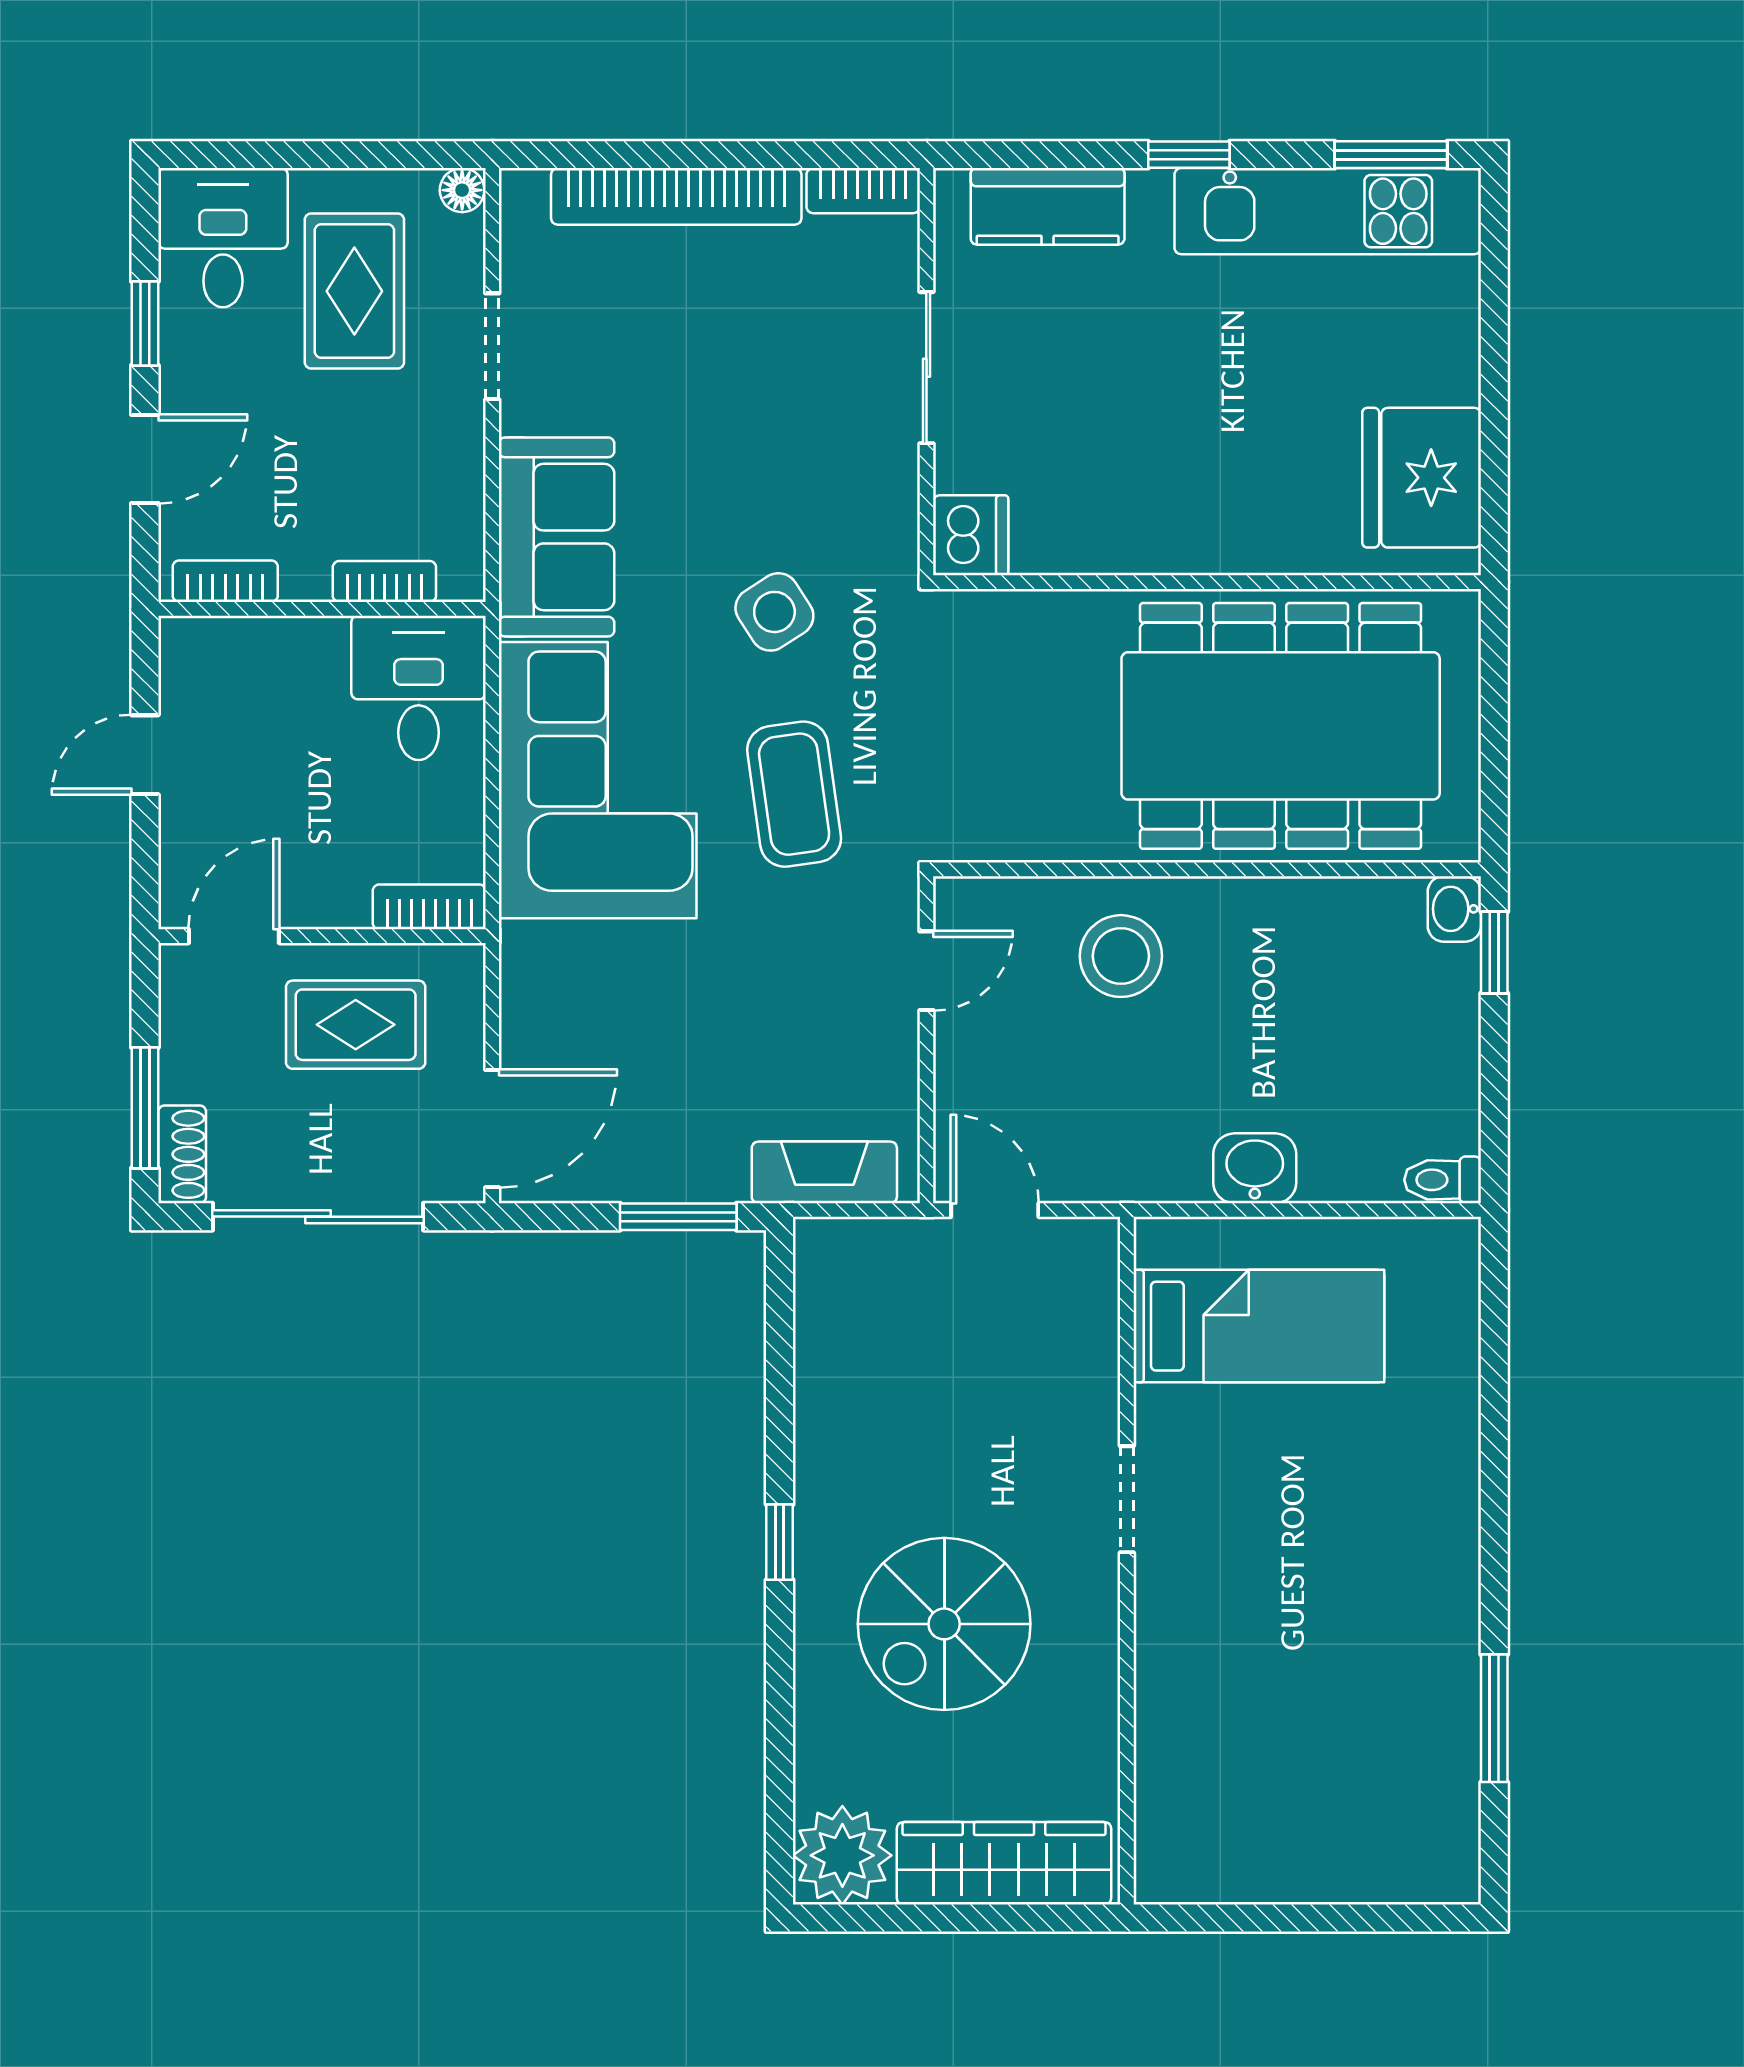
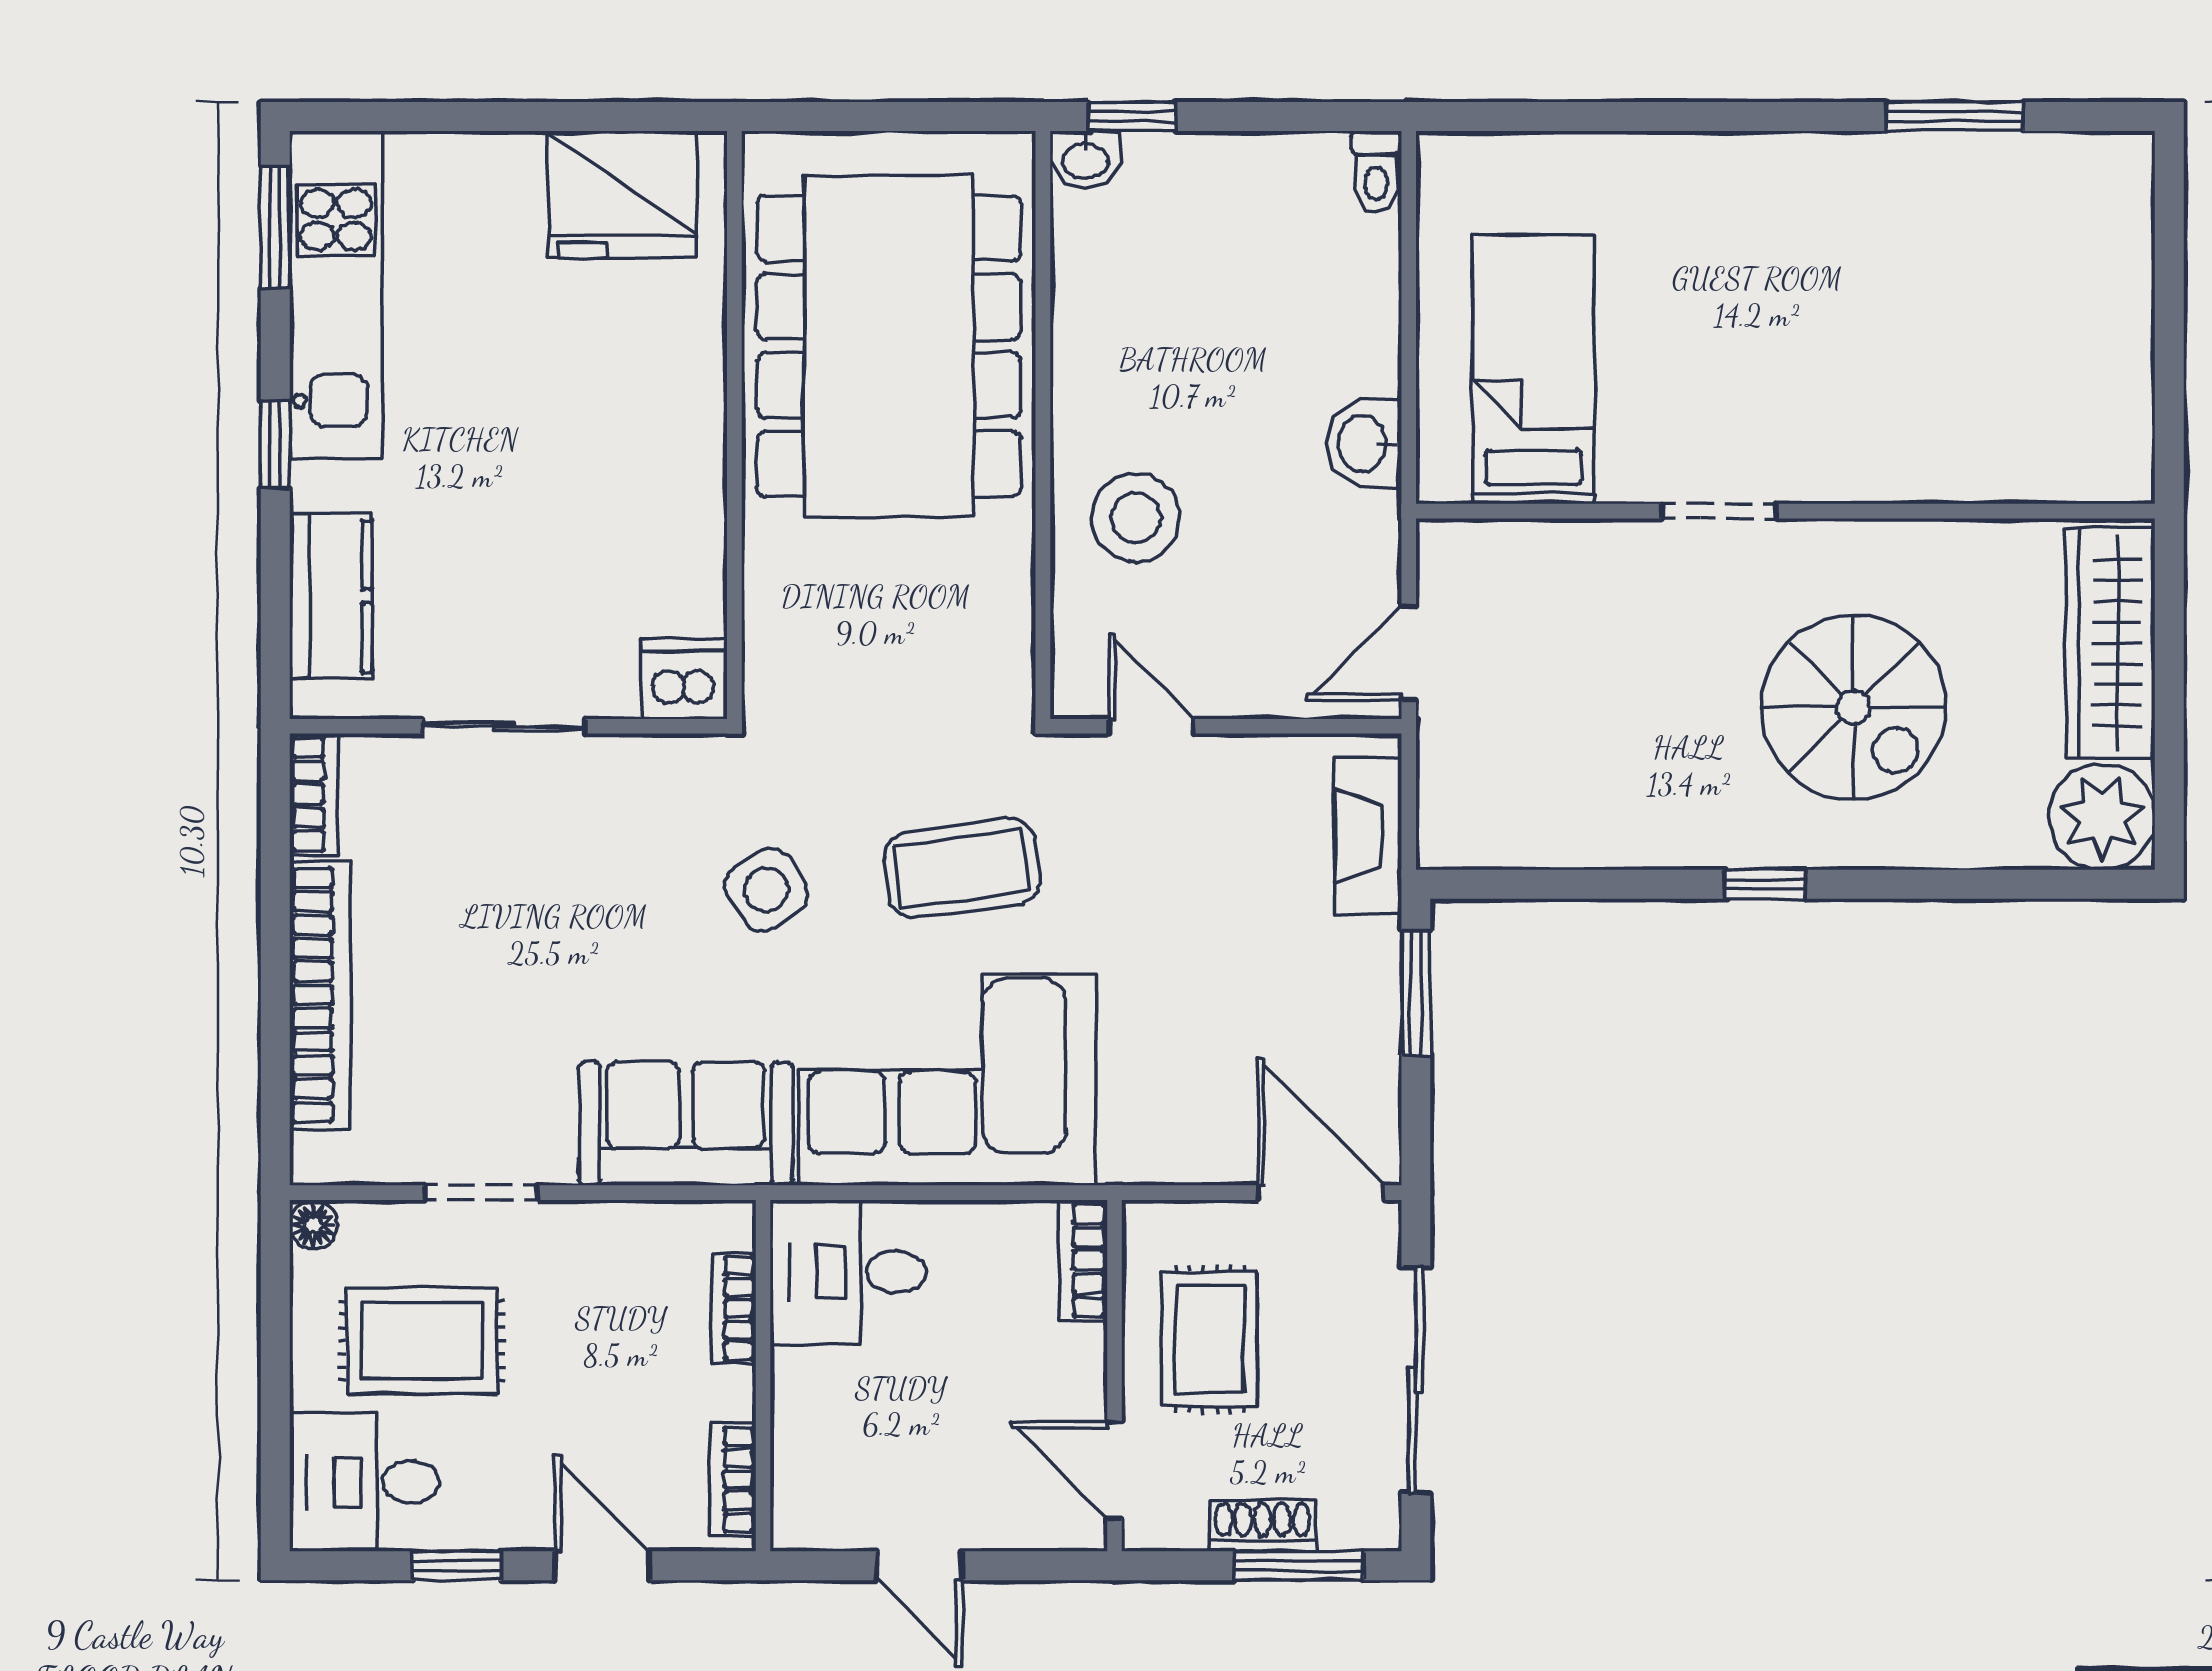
shoe rack: (182, 1154) -> (1263, 1526), moved
washbasin: (1255, 1168) -> (1364, 443), moved

